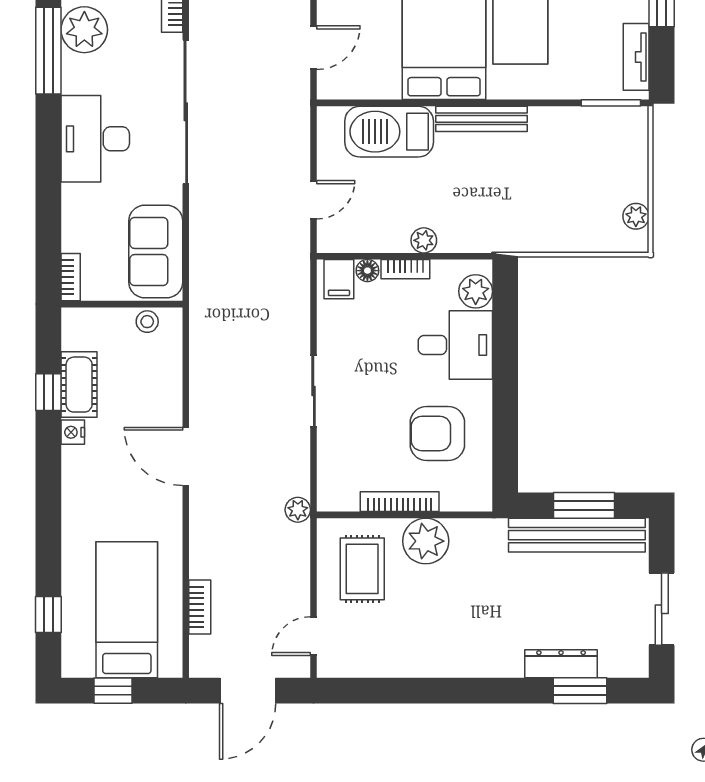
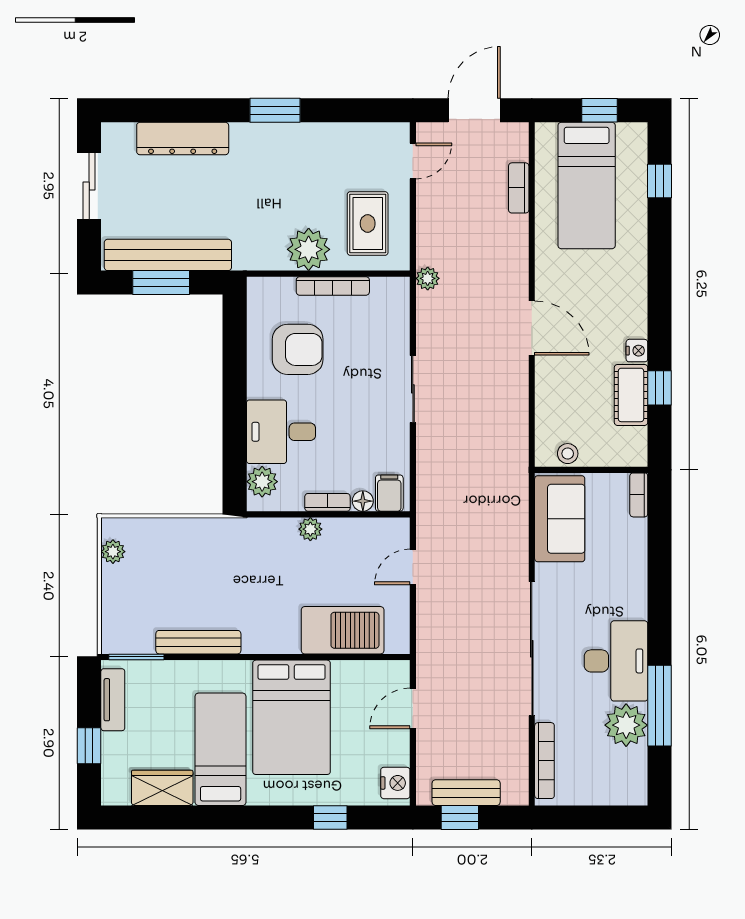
bench: (482, 119) -> (198, 642), moved
desk: (95, 139) -> (616, 661), moved
dresser: (561, 664) -> (183, 139), width x1.37, depth x1.24
window: (580, 691) -> (275, 110), moved

